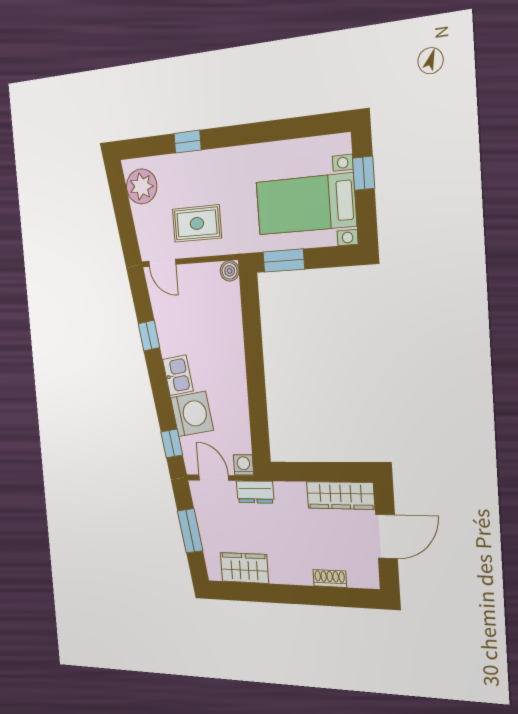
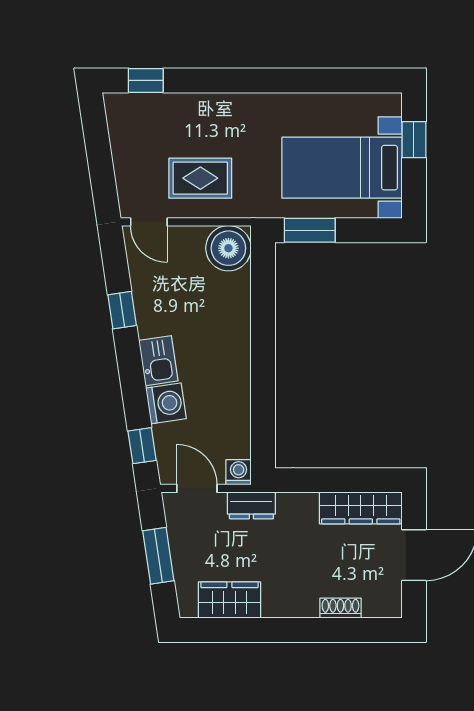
window: (188, 142) -> (146, 80), moved
plant: (142, 186) -> (128, 127), removed
boiler: (230, 271) -> (228, 248), width x1.86, depth x1.86
washing machine: (192, 414) -> (166, 403), width x0.73, depth x0.73

